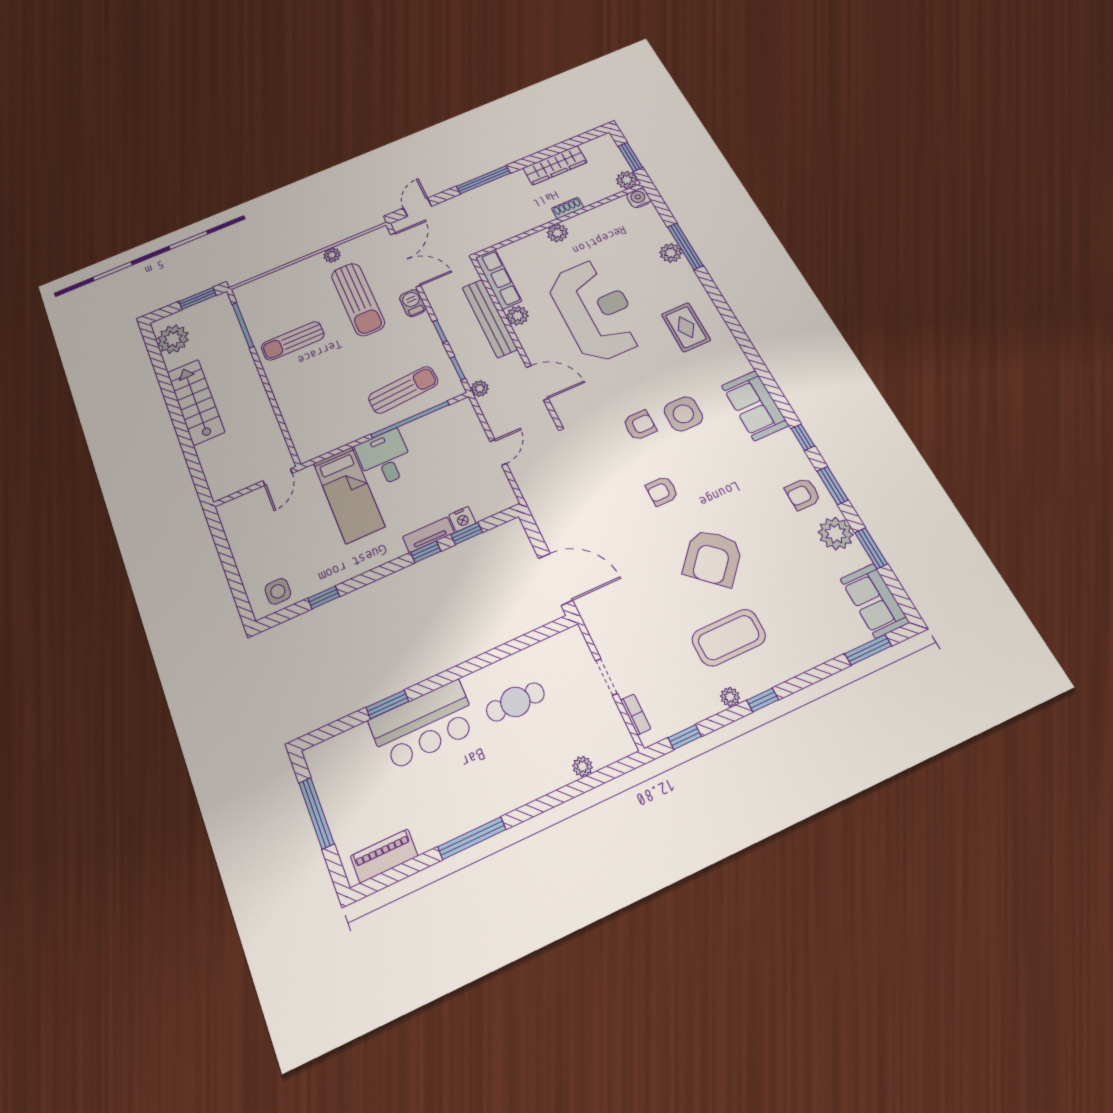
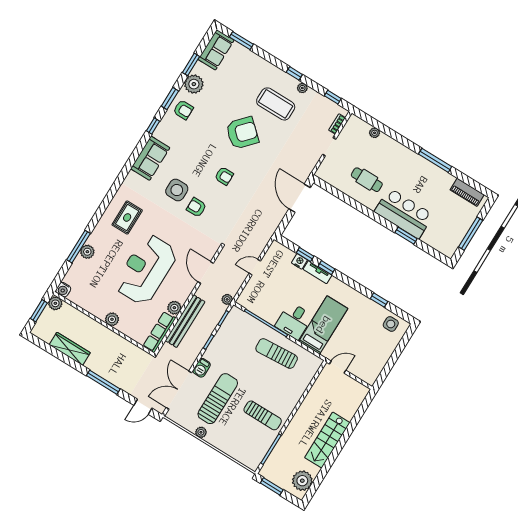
shoe rack: (568, 208) -> (93, 324), removed
sun lounger: (403, 390) -> (277, 354), moved

